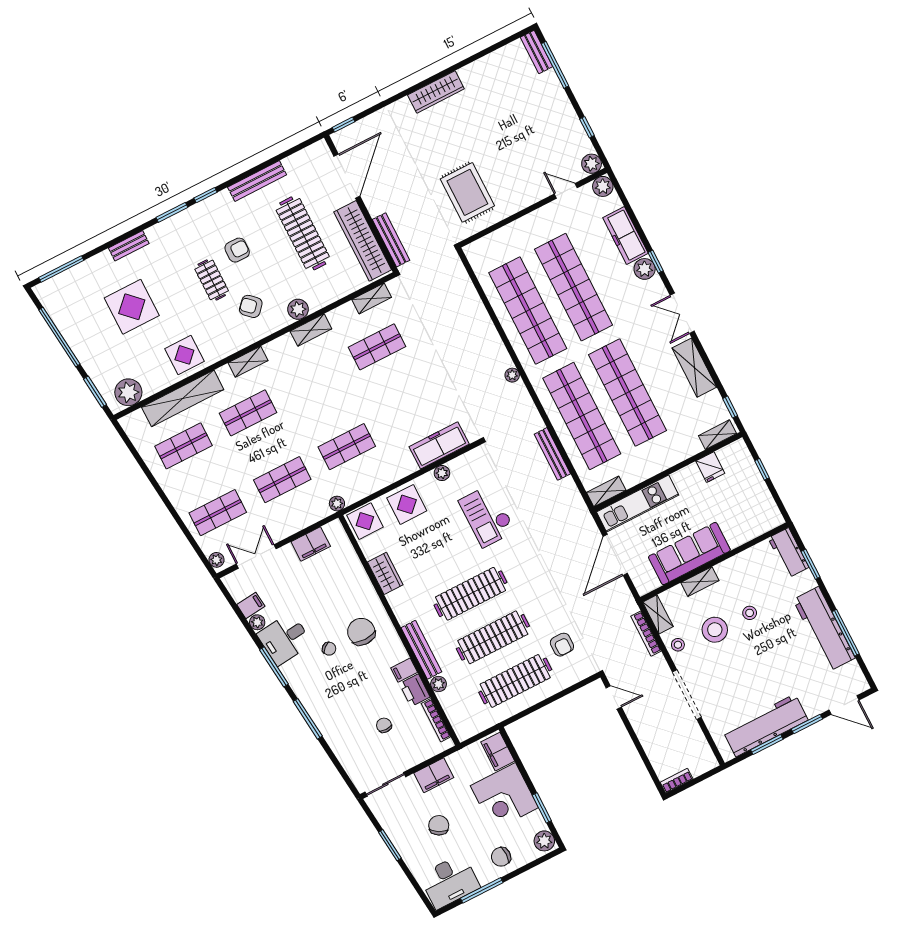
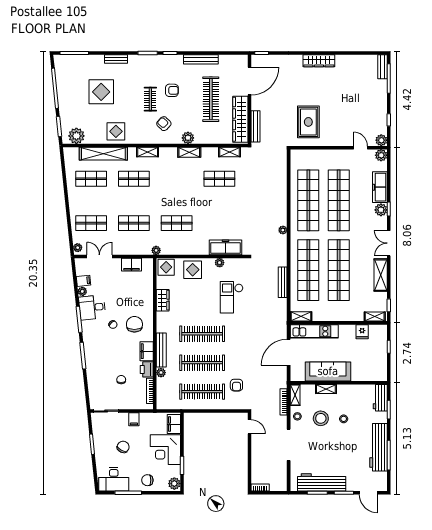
filing cabinet: (404, 670) -> (147, 351), width x2.00
filing cabinet: (434, 775) -> (134, 419), width x0.50

